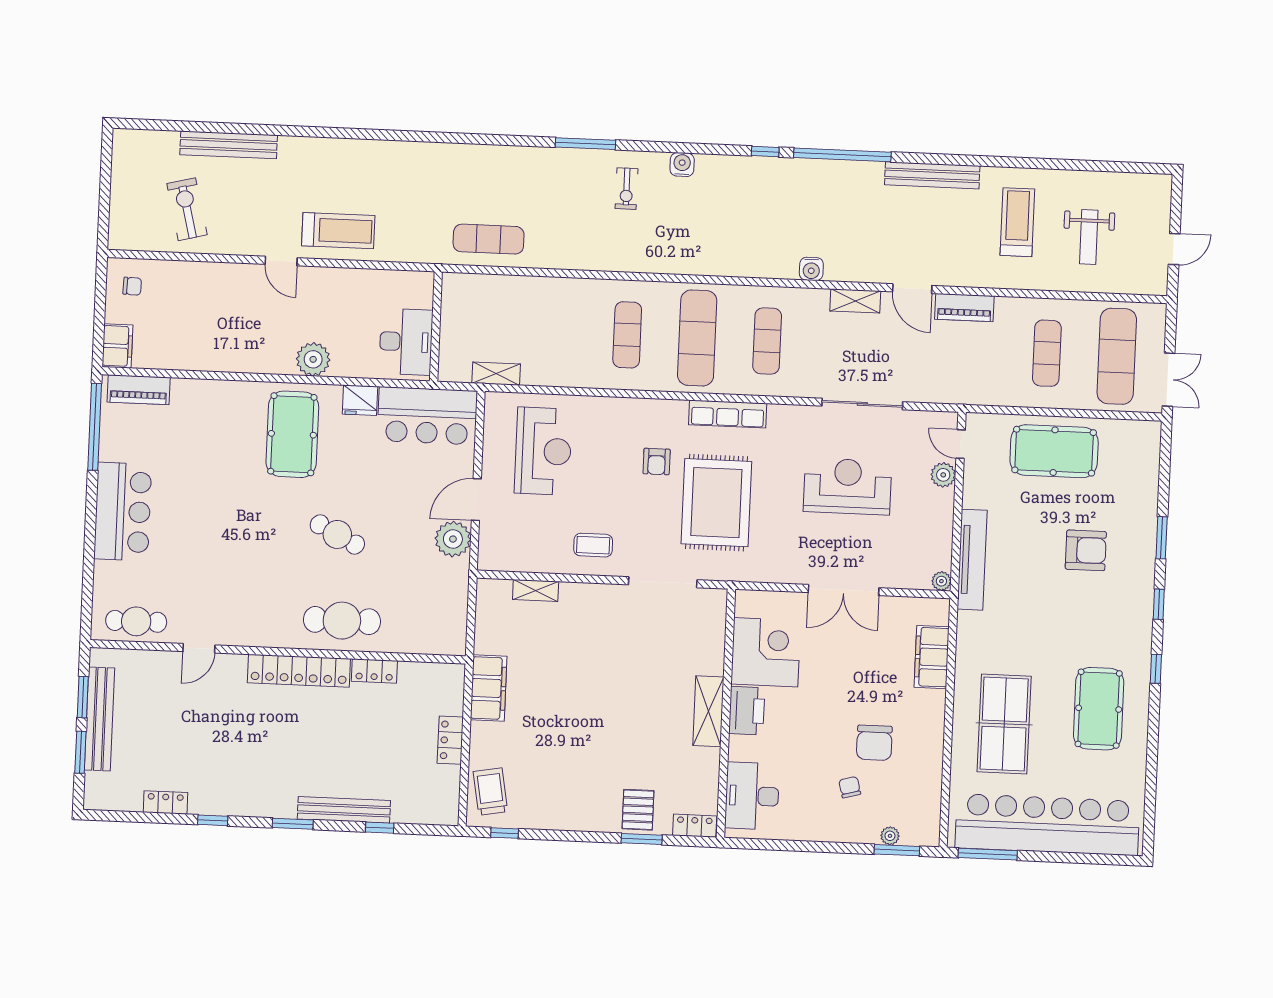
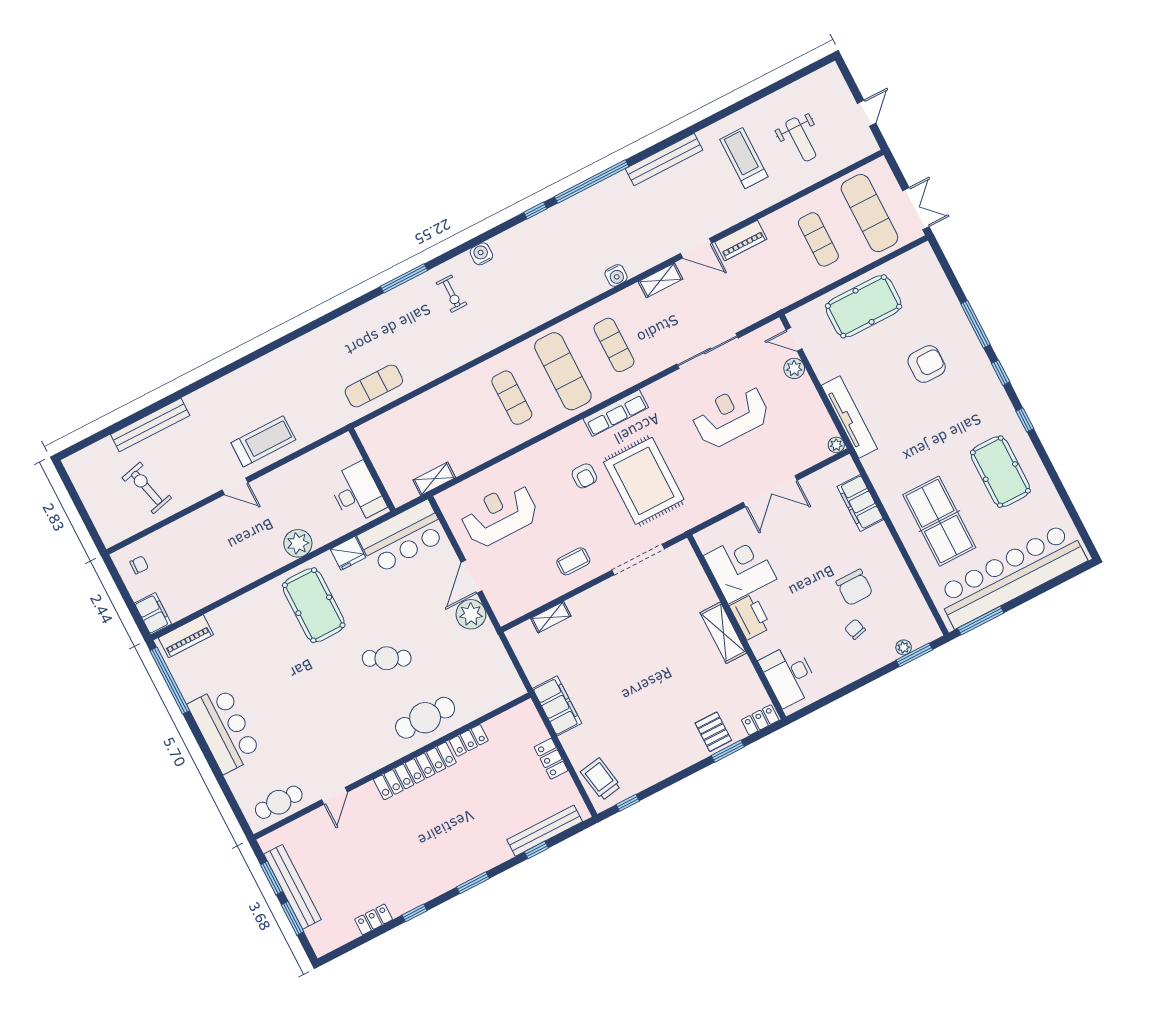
reception desk: (543, 451) -> (499, 515), turned -90
window: (1162, 538) -> (976, 324), width x1.44
bench: (344, 810) -> (545, 831), moved

